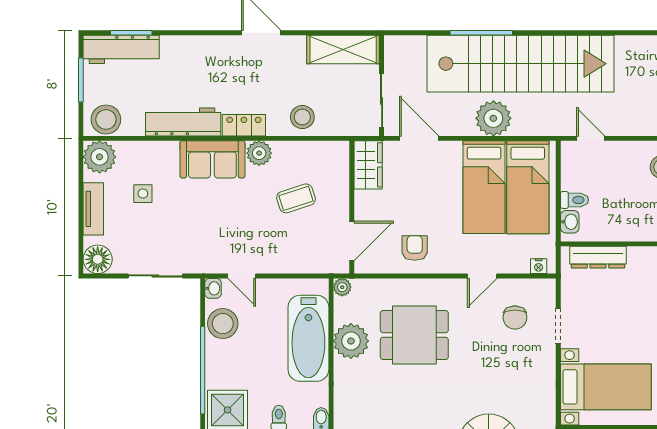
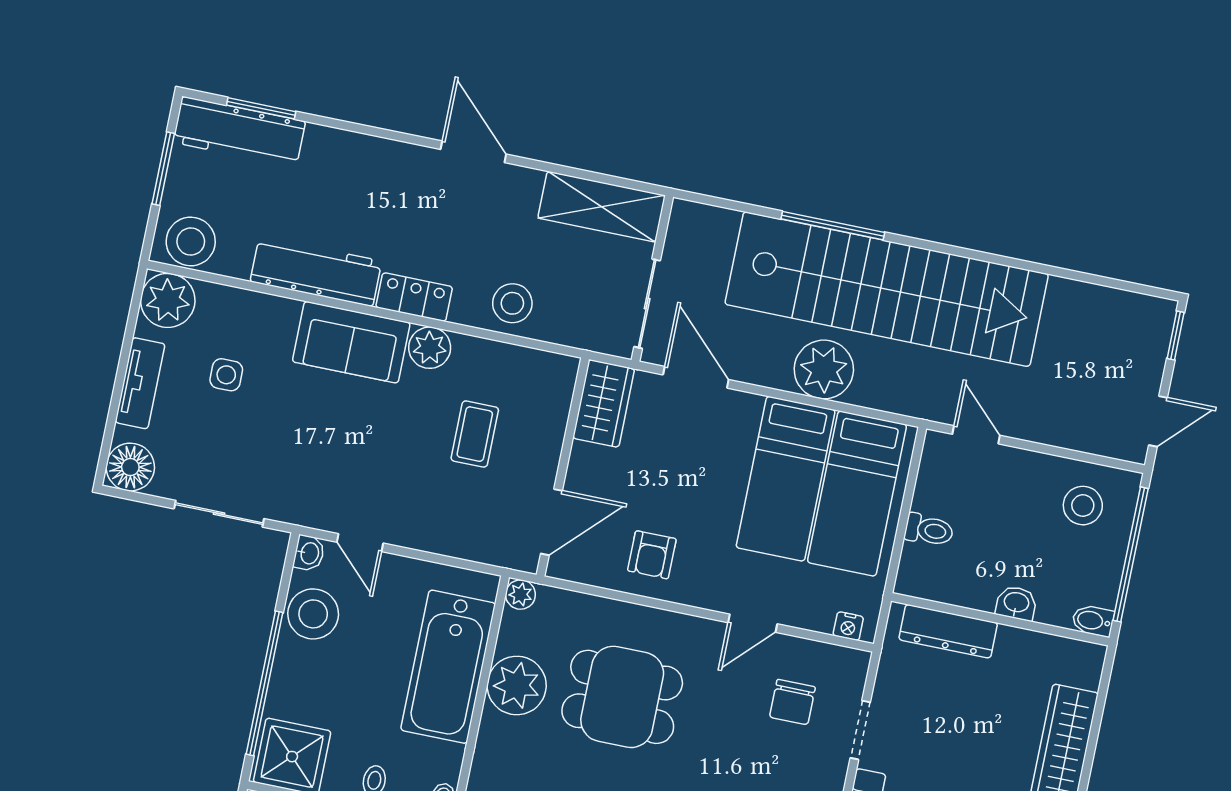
coffee table: (296, 198) -> (475, 434), turned -72
washbasin: (570, 222) -> (1016, 603), moved, turned -90
armchair: (415, 248) -> (652, 555), turned 180

